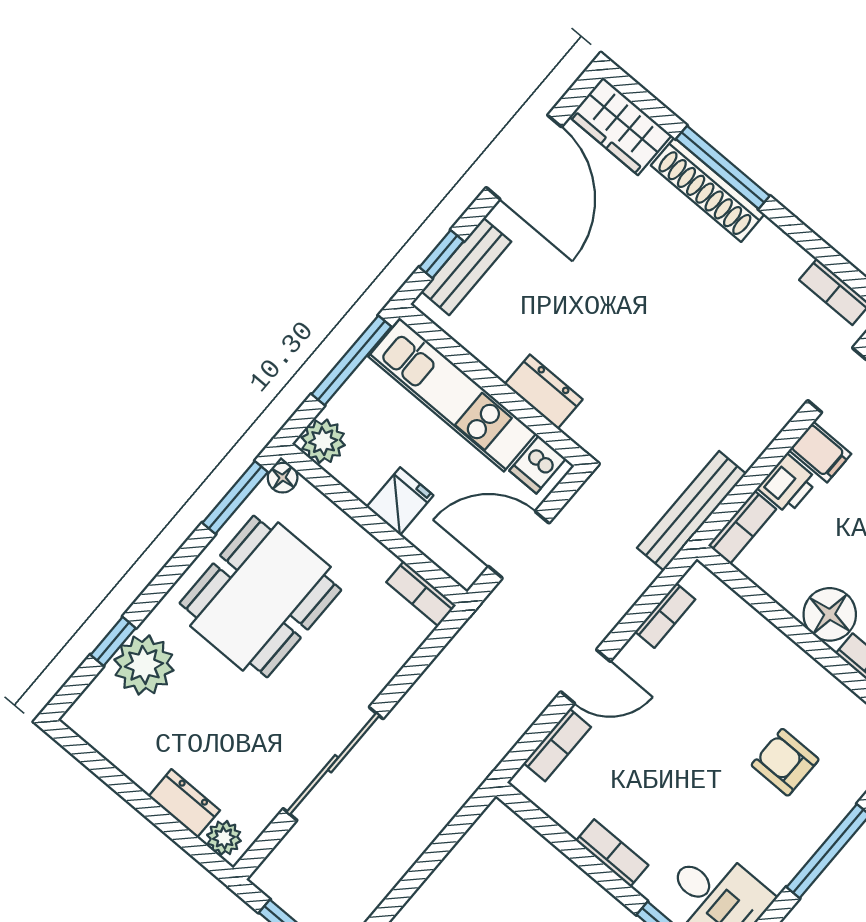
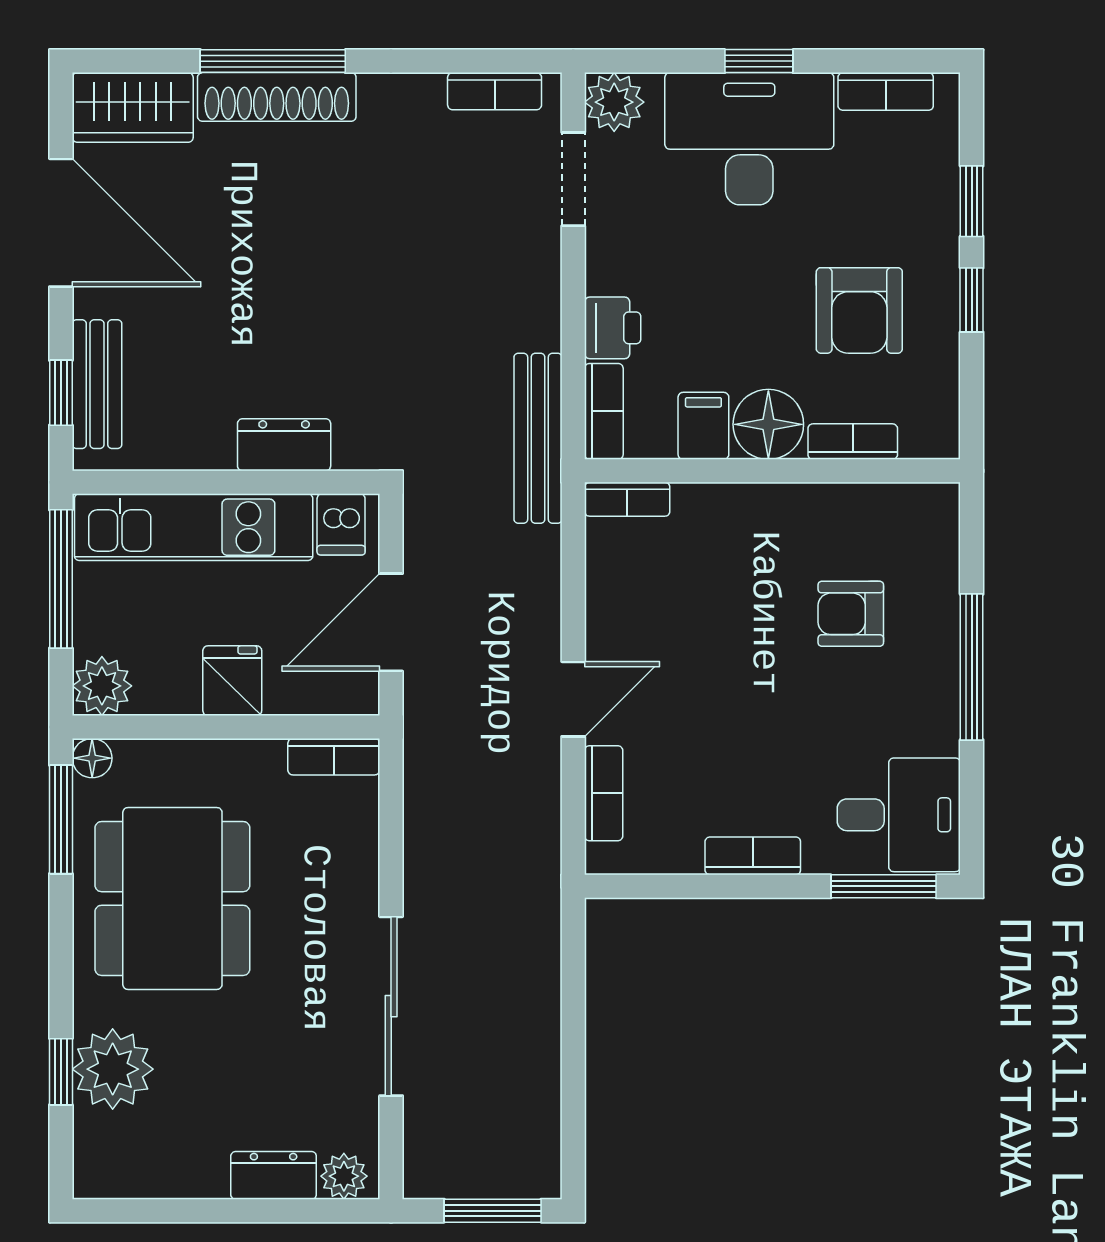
filing cabinet: (820, 452) -> (703, 426), moved, turned -90
bookcase: (665, 616) -> (627, 499), moved, turned 90

